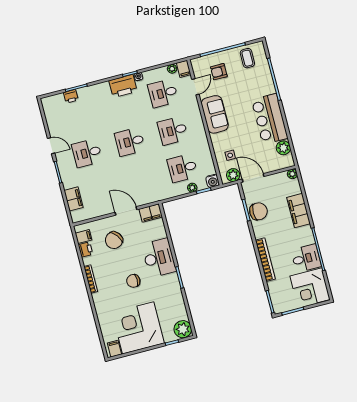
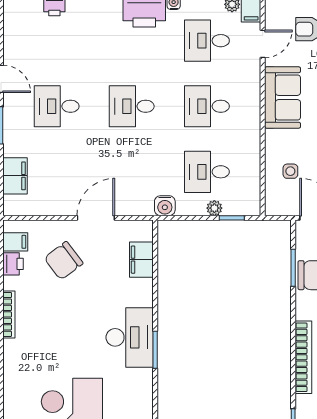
plant: (233, 175) -> (287, 205), removed
water cooler: (213, 181) -> (165, 206), moved
door: (126, 211) -> (96, 218), hinge flipped
filing cabinet: (151, 213) -> (141, 260), moved, turned 90
desk: (159, 258) -> (130, 337), moved
chair: (133, 281) -> (78, 336), removed

